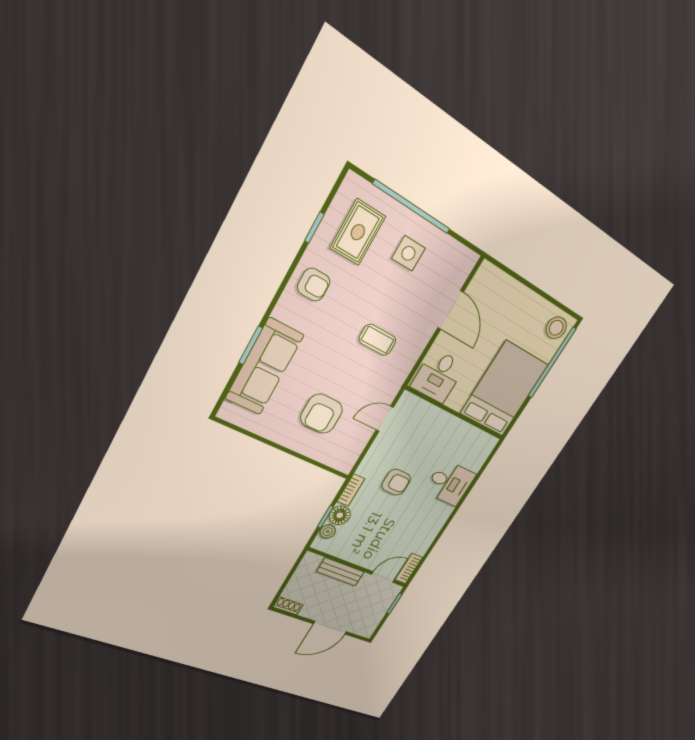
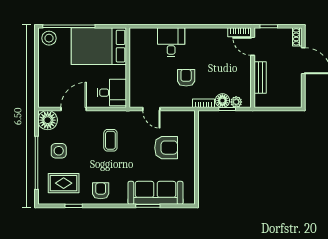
floor lamp: (459, 262) -> (48, 120), added
shoe rack: (288, 606) -> (297, 37), moved

